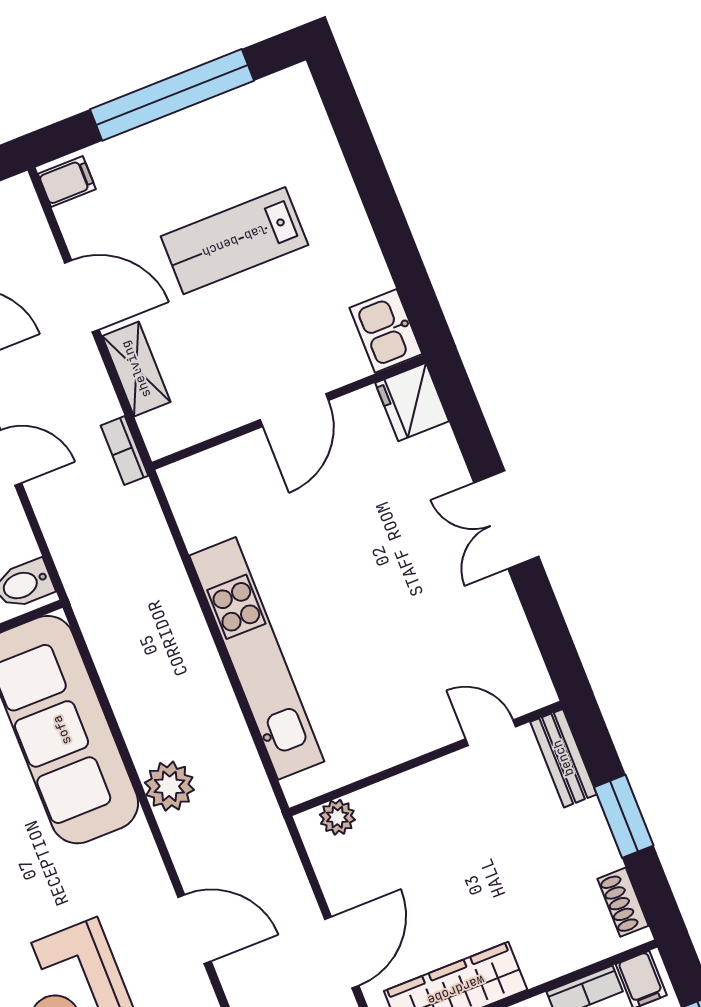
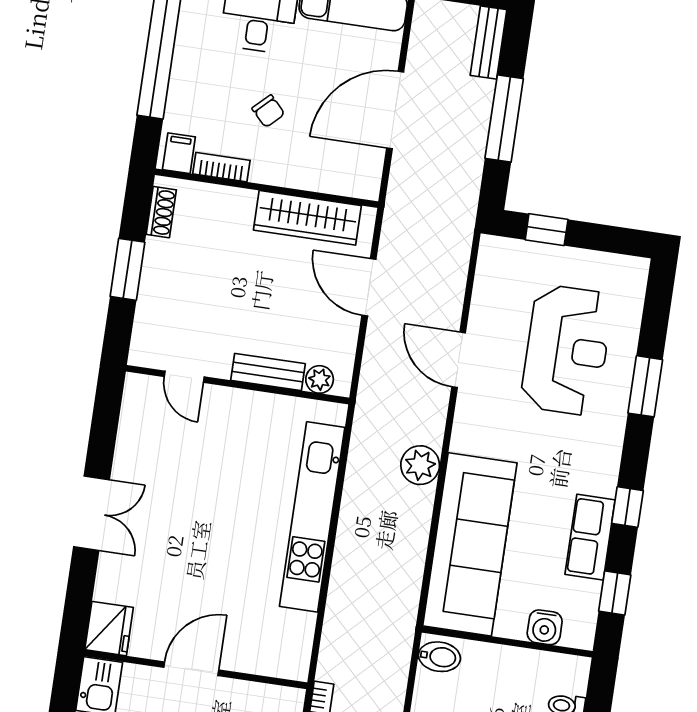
bench: (563, 758) -> (268, 372), moved, turned 90
door: (342, 952) -> (369, 287), hinge flipped

